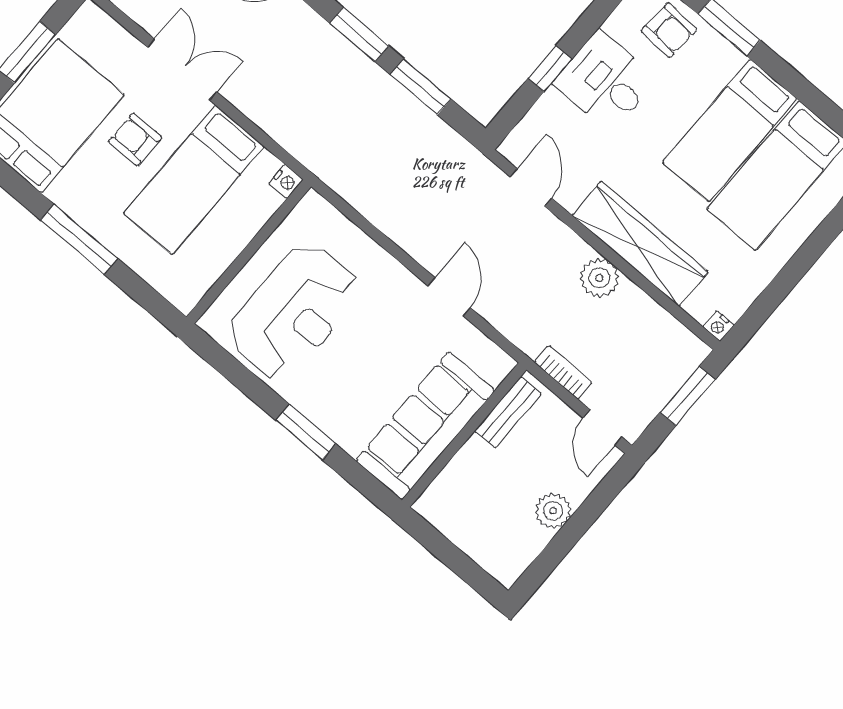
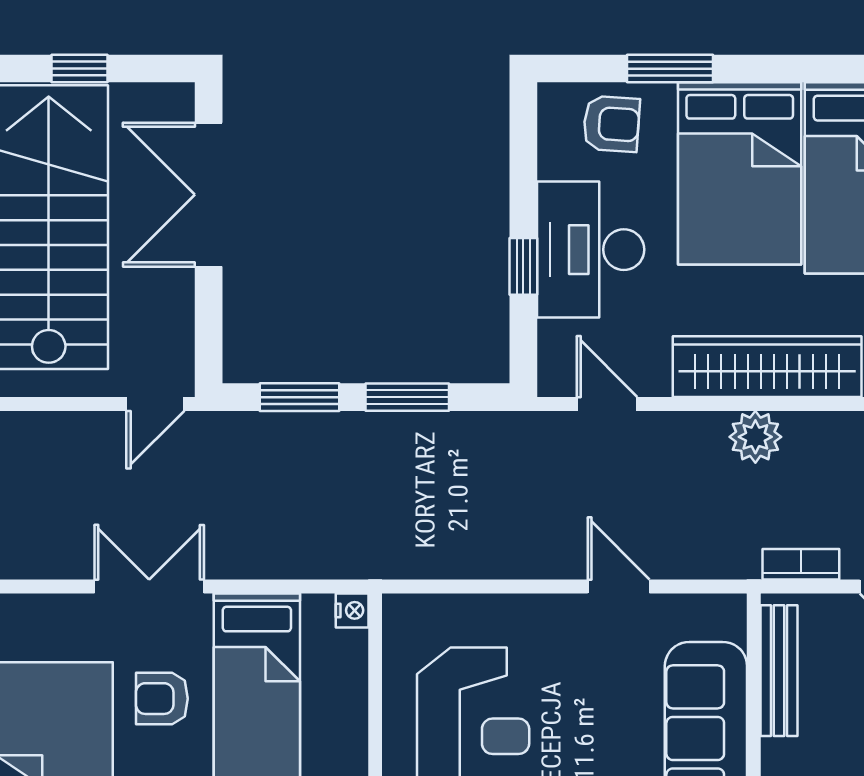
desk: (605, 81) -> (591, 250), width x1.37
bed: (730, 130) -> (740, 173), width x1.50
bench: (508, 412) -> (779, 671), width x1.36

